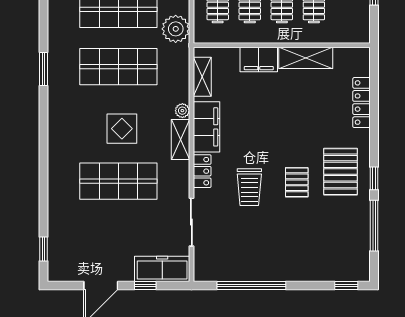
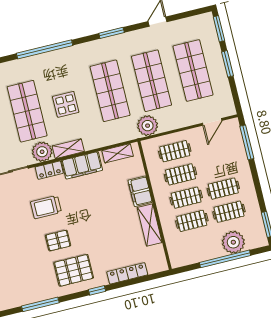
window: (43, 69) -> (112, 33), moved
plant: (182, 111) -> (42, 152), moved, width x1.88, depth x1.88
window: (43, 139) -> (45, 49), added
window: (374, 178) -> (97, 290), moved

